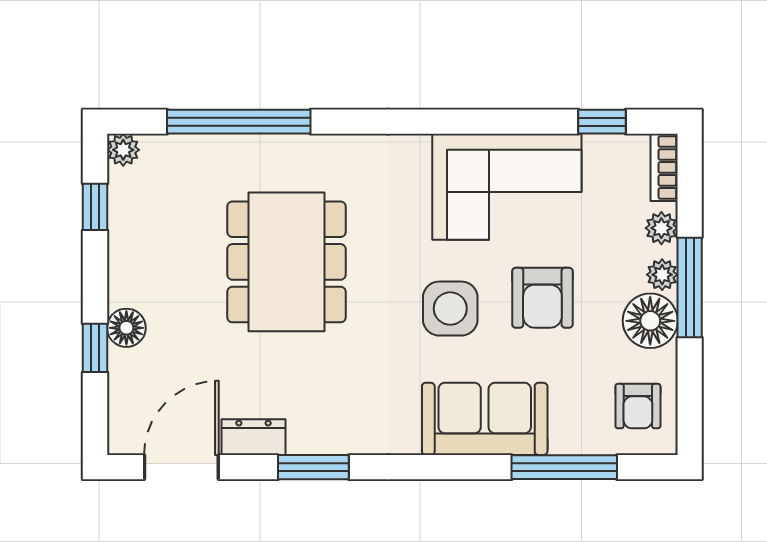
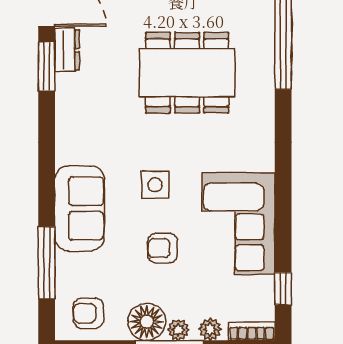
armchair: (542, 298) -> (162, 248), width x0.72, depth x0.72
side table: (450, 309) -> (155, 185), width x0.73, depth x0.73
window: (313, 467) -> (47, 66), moved

